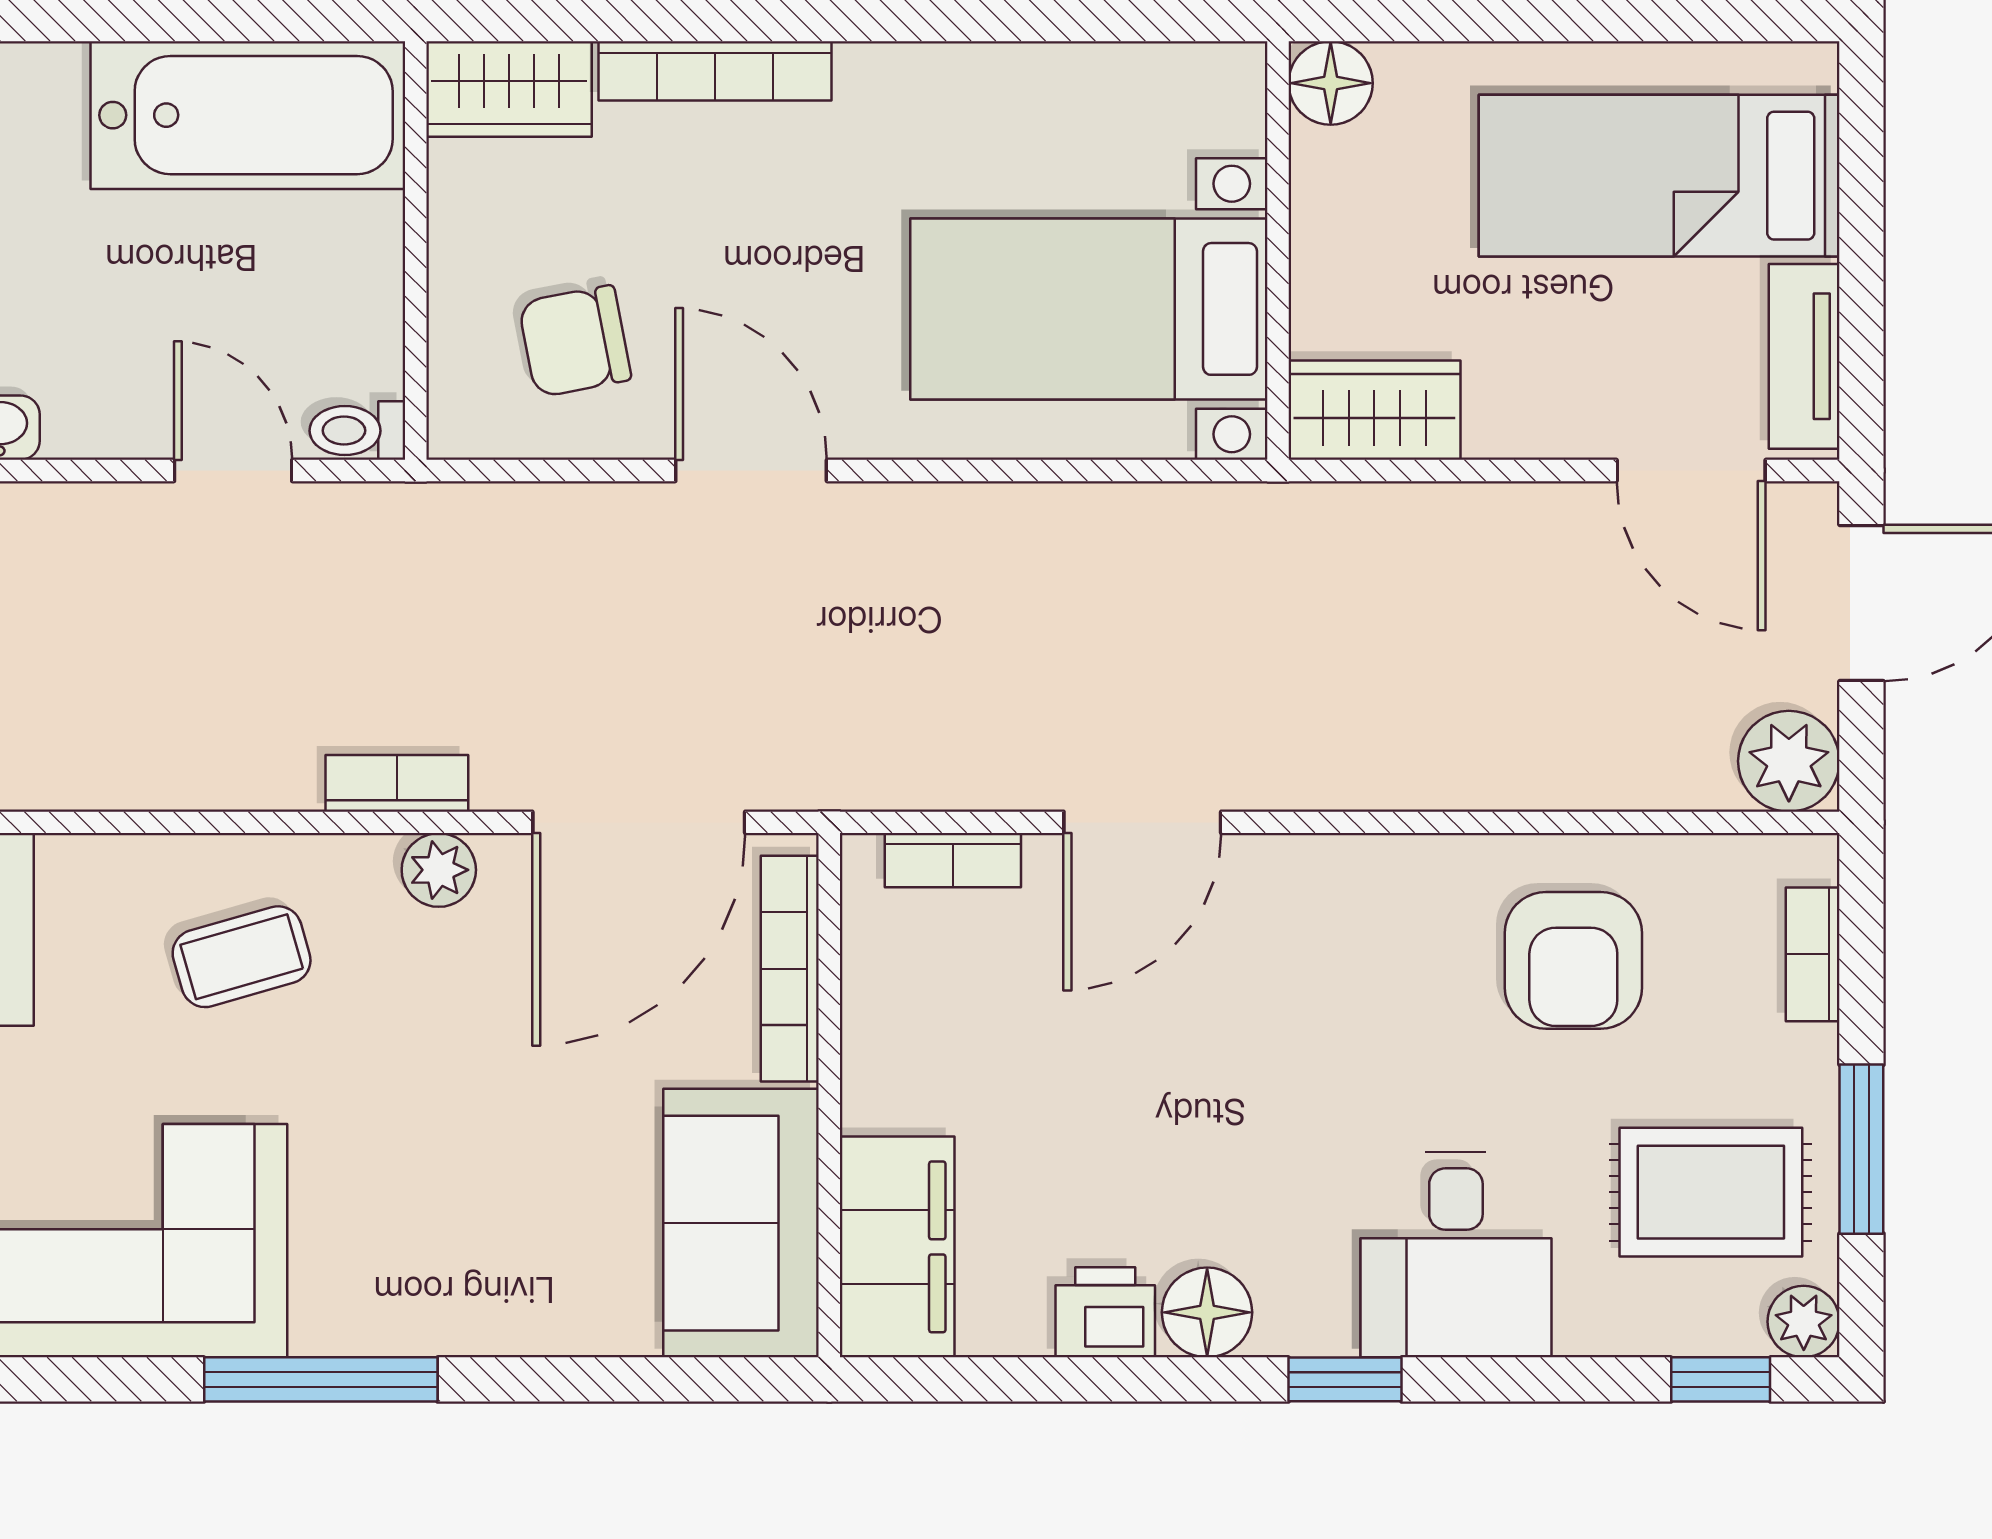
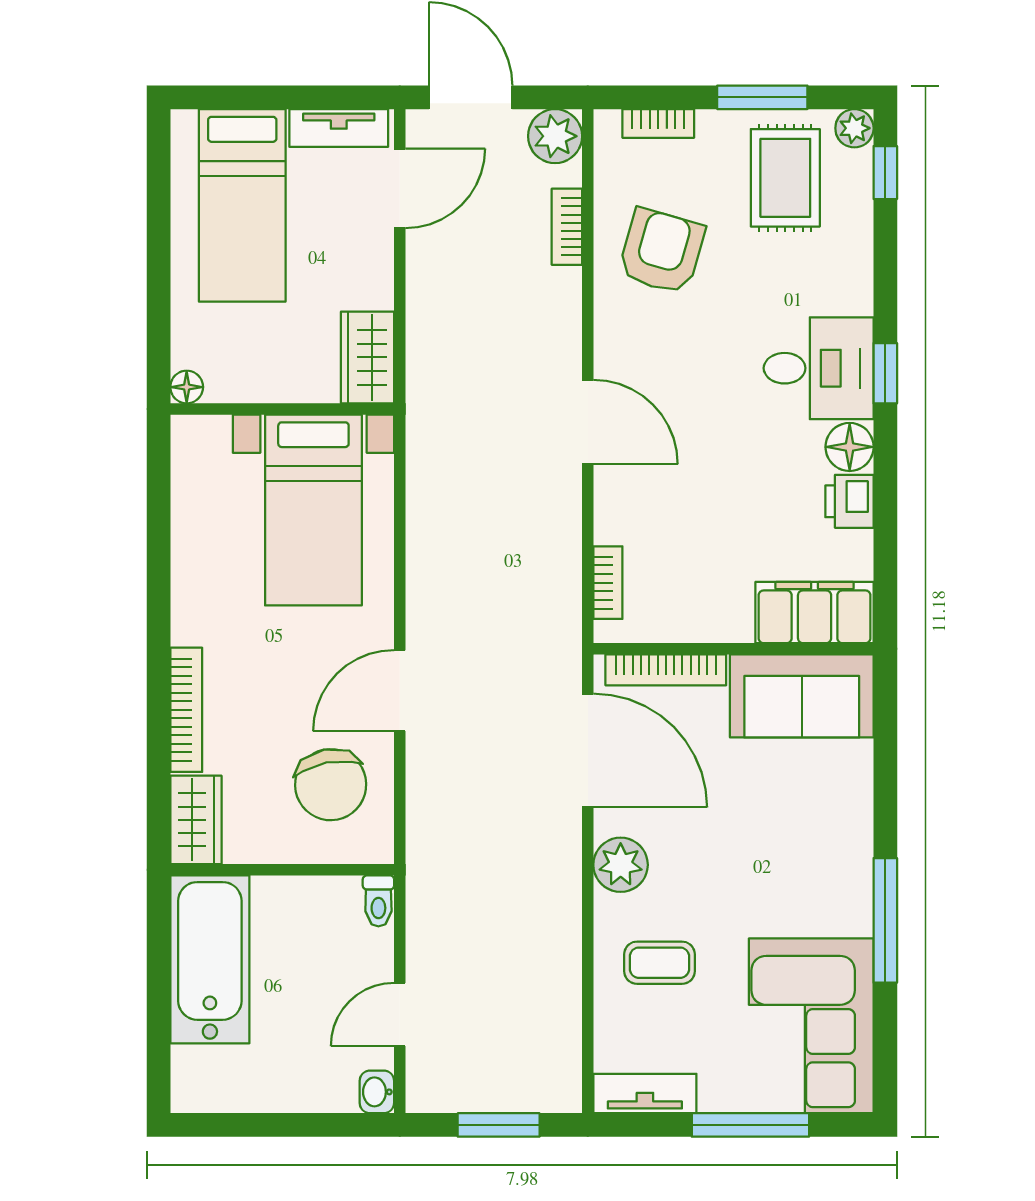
floor lamp: (1331, 83) -> (187, 387), width x0.73, depth x0.73
chair: (575, 341) -> (331, 785), width x1.37, depth x1.37
door: (233, 470) -> (400, 1014), moved
bookcase: (397, 783) -> (567, 227), moved
door: (1142, 822) -> (588, 422), moved
plant: (439, 870) -> (621, 865), width x1.38, depth x1.38
coffee table: (242, 957) -> (659, 963), turned -74
armchair: (1573, 960) -> (661, 251), turned -74
desk: (1456, 1255) -> (819, 368), moved

